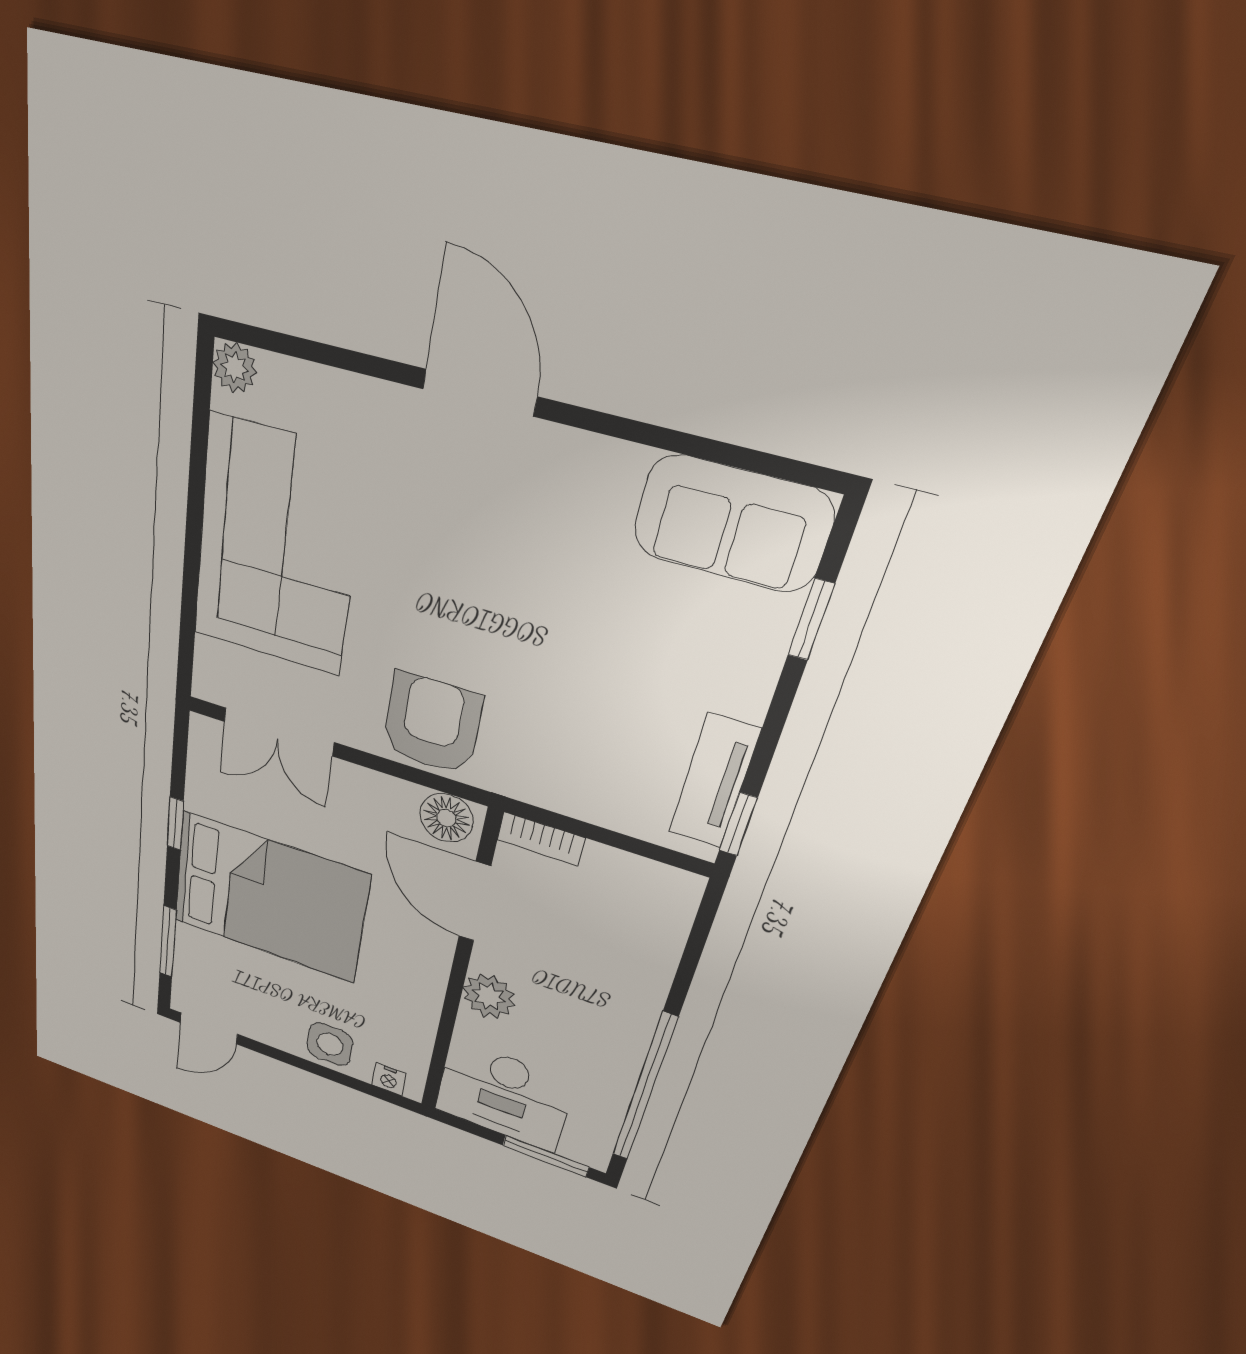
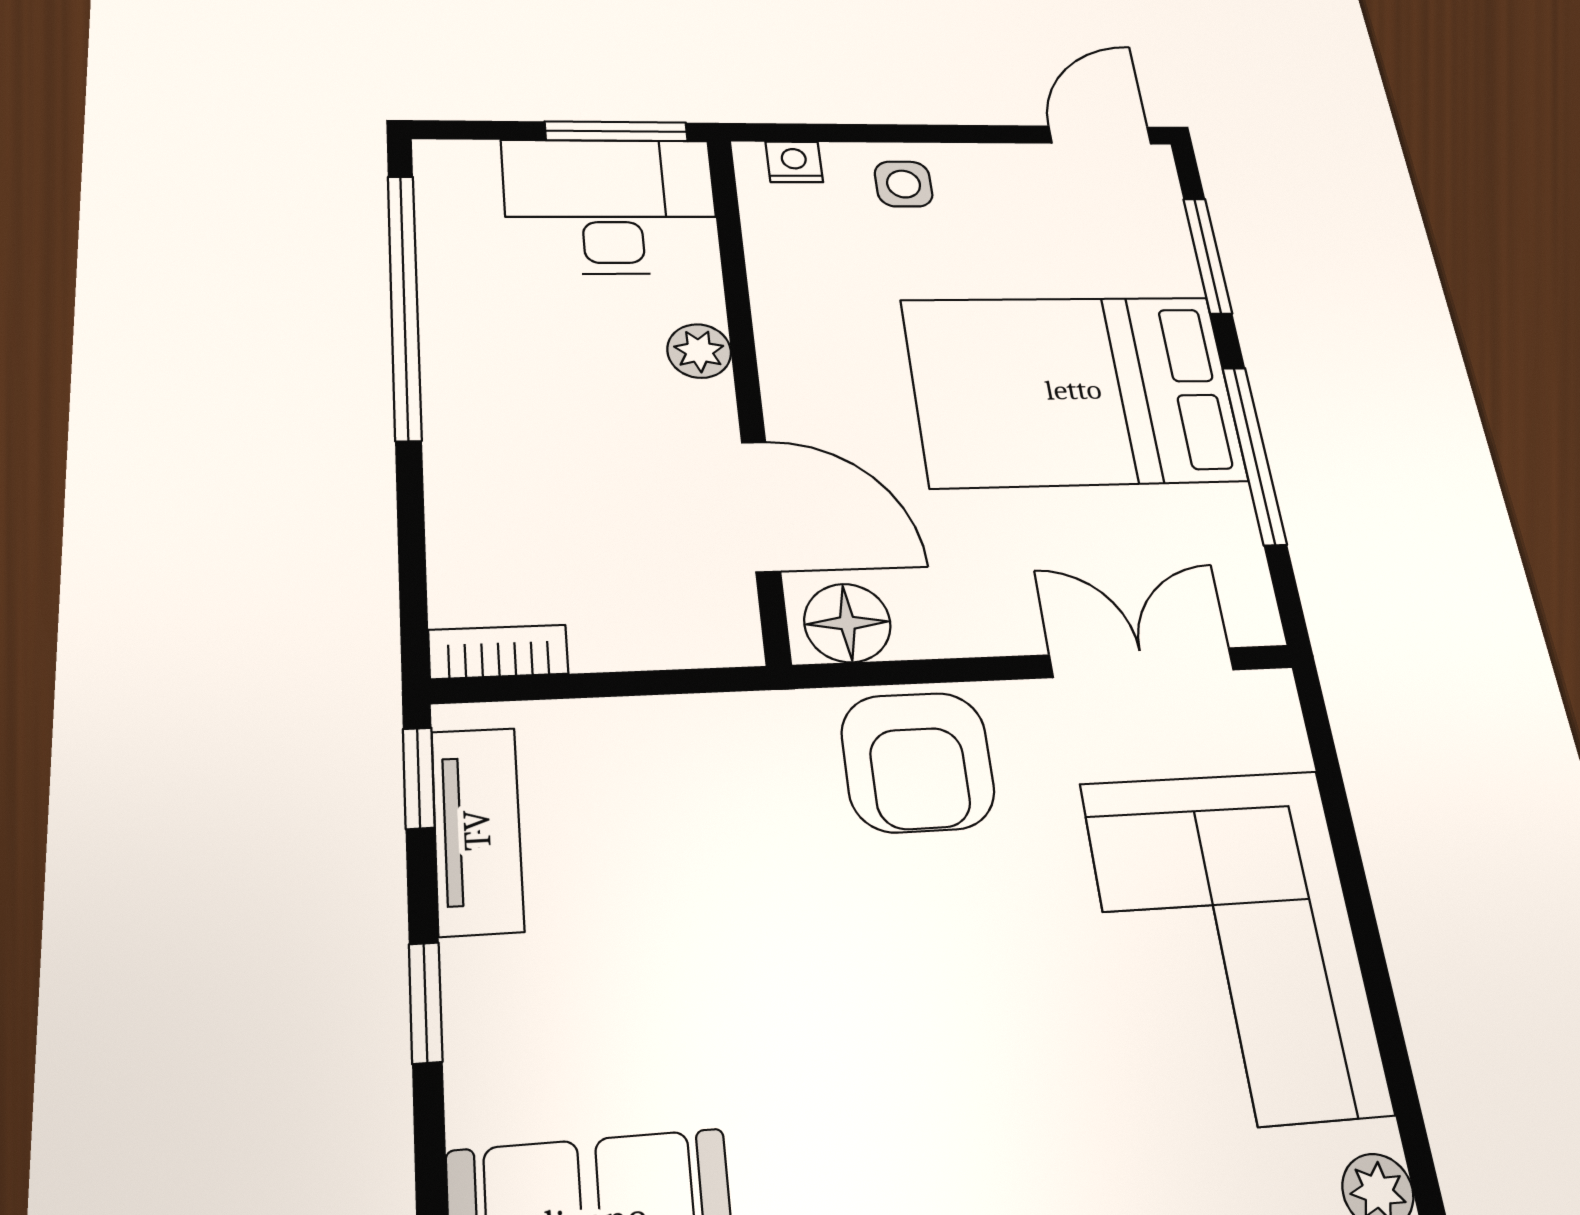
window: (811, 620) -> (426, 1003), moved
window: (175, 824) -> (1254, 455), width x2.17
bookcase: (541, 839) -> (498, 652), moved
plant: (489, 996) -> (699, 351), width x0.73, depth x0.73
side table: (330, 1044) -> (904, 184), width x0.73, depth x0.73
window: (546, 1156) -> (616, 131), moved

